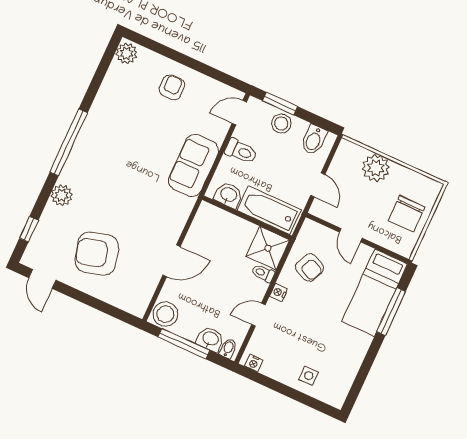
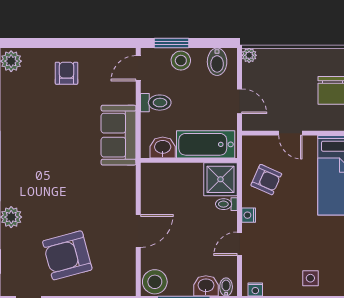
plant: (376, 168) -> (249, 55), moved, width x0.53, depth x0.53

